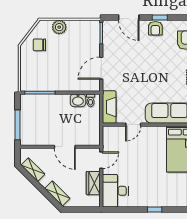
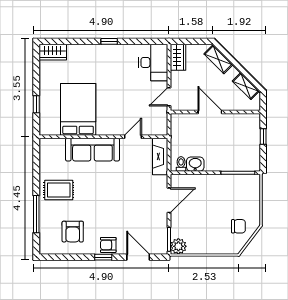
plant: (59, 27) -> (178, 246), moved
armchair: (155, 28) -> (108, 245), turned -90
window: (18, 125) -> (263, 137), width x0.46
wardrobe: (93, 183) -> (178, 57), moved

